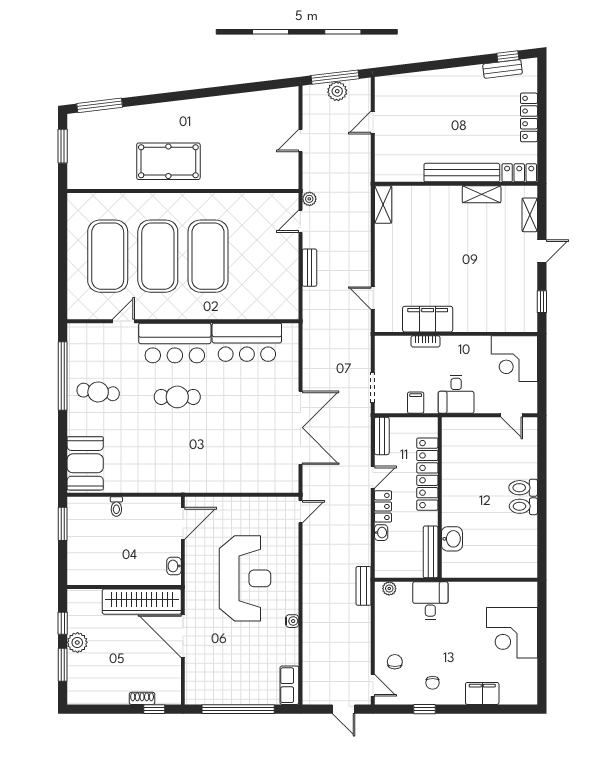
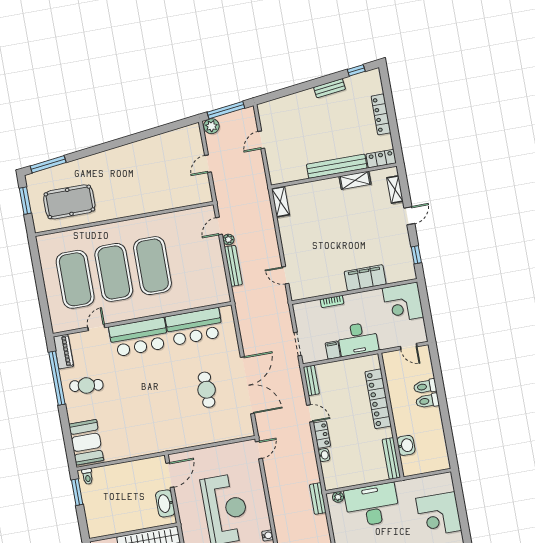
bench: (503, 69) -> (330, 88), moved
plant: (337, 91) -> (211, 126), moved
pool table: (168, 161) -> (69, 202), moved
plant: (309, 199) -> (228, 240), moved
bench: (309, 268) -> (233, 266), width x1.36
filing cabinet: (428, 319) -> (365, 278), moved
piano: (77, 344) -> (63, 352), added
desk: (456, 394) -> (358, 339), width x1.37
cafe table: (177, 397) -> (207, 390), moved, turned 90
locker: (427, 474) -> (378, 399), moved
door: (373, 477) -> (310, 413), hinge flipped
wall: (440, 497) -> (391, 415), moved
toilet: (116, 506) -> (88, 476), moved
toilet: (523, 506) -> (425, 387), moved
washbasin: (452, 539) -> (406, 445), moved
bench: (431, 552) -> (391, 458), moved
washbasin: (174, 566) -> (165, 503), width x1.91, depth x1.45
desk: (430, 600) -> (372, 505), width x1.87, depth x1.30

